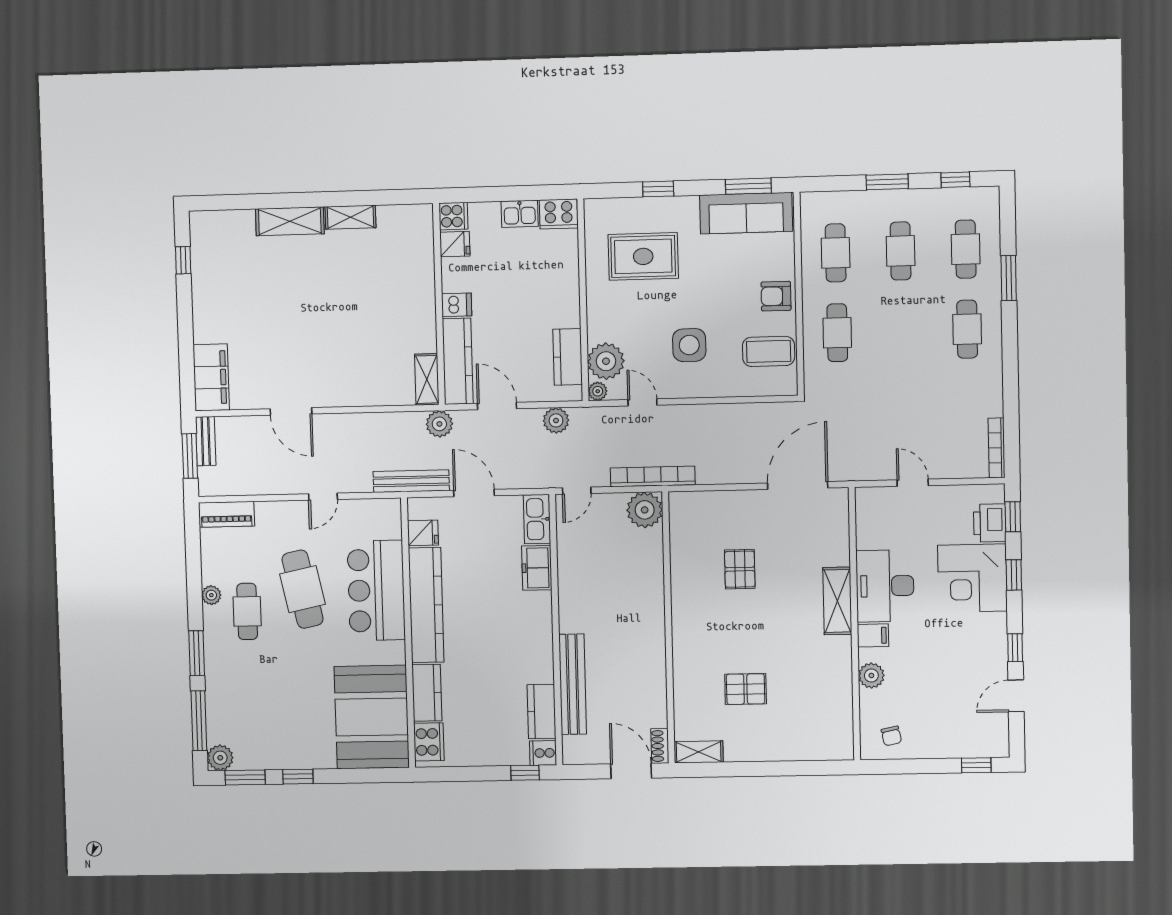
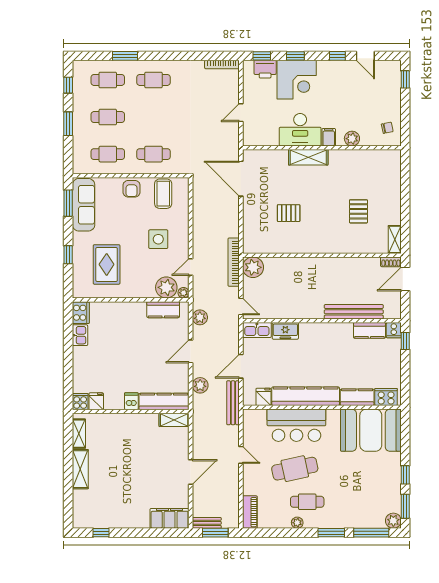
cooker: (453, 216) -> (80, 402), moved
fridge: (455, 244) -> (96, 401), moved
wall: (439, 304) -> (131, 411), moved
dishwasher: (457, 305) -> (131, 401), moved
kitchen counter: (458, 361) -> (164, 402), moved
shelving: (427, 379) -> (174, 420), moved

